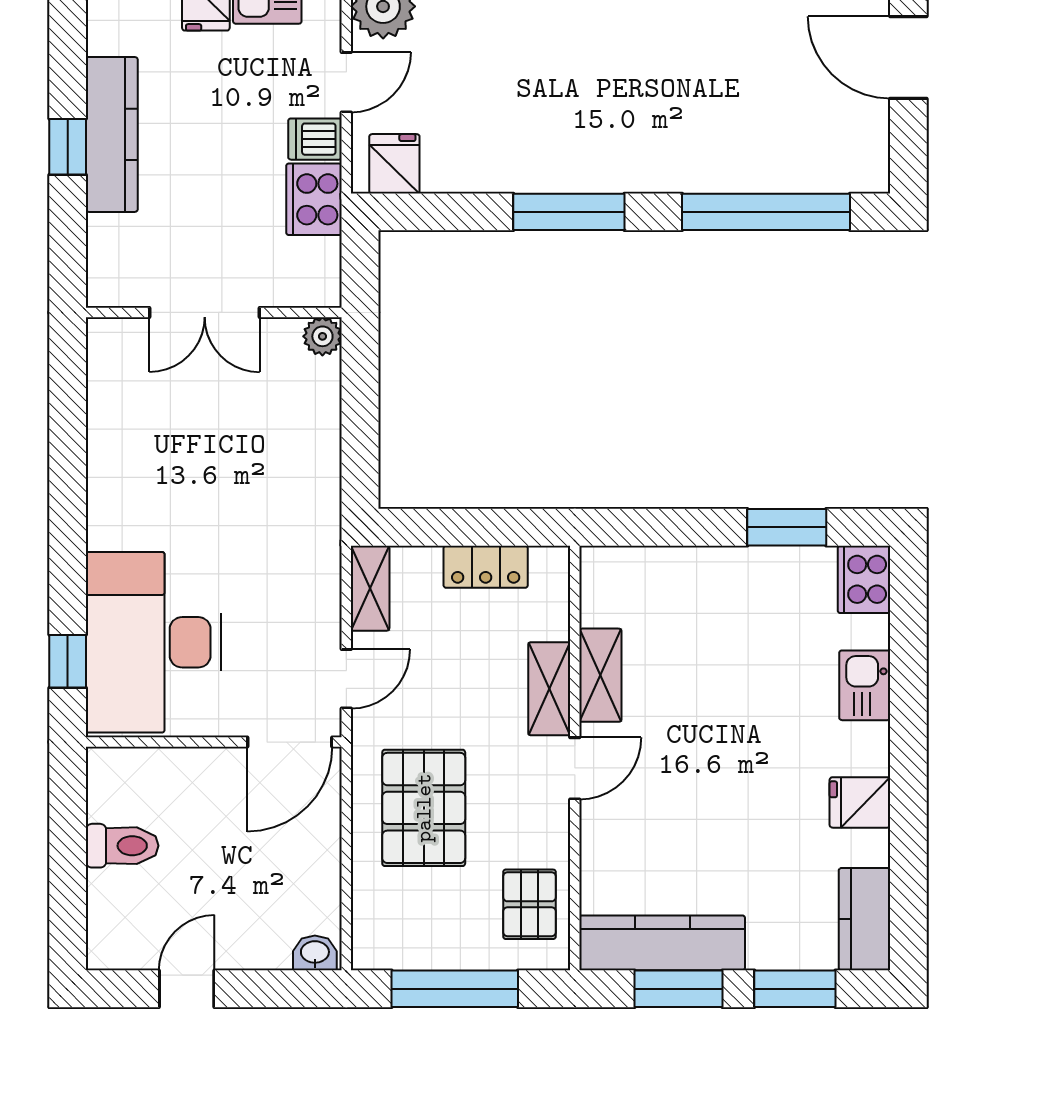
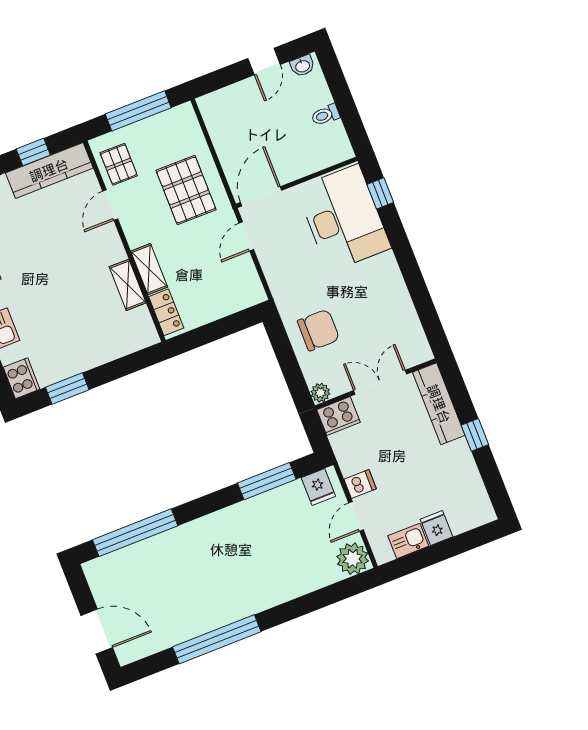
kitchen counter: (112, 134) -> (439, 404), moved
cooker: (314, 199) -> (338, 416), moved, turned 90
window: (569, 212) -> (267, 481), moved
chair: (281, 454) -> (318, 330), added
locker: (486, 567) -> (166, 312), moved, turned 90
shelving: (370, 588) -> (252, 283), removed
door: (575, 768) -> (110, 205), moved
toilet: (122, 846) -> (325, 115), width x0.73, depth x0.72
washbasin: (315, 953) -> (302, 66), moved
window: (679, 989) -> (33, 152), width x0.67

